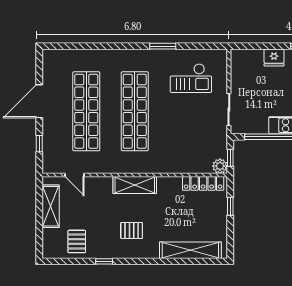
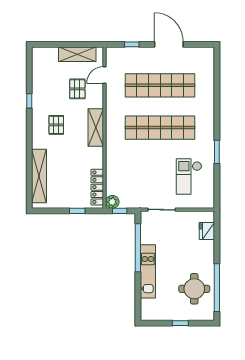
fridge: (274, 58) -> (207, 231), moved
pallet: (77, 241) -> (77, 89), moved, turned 90

